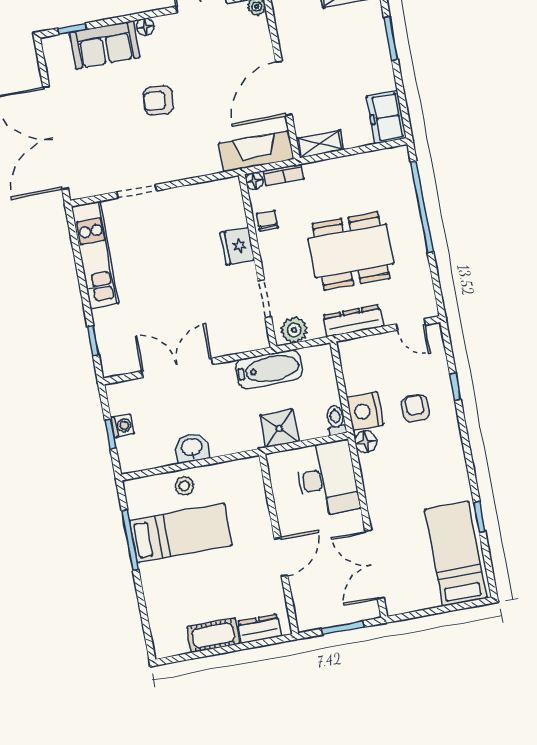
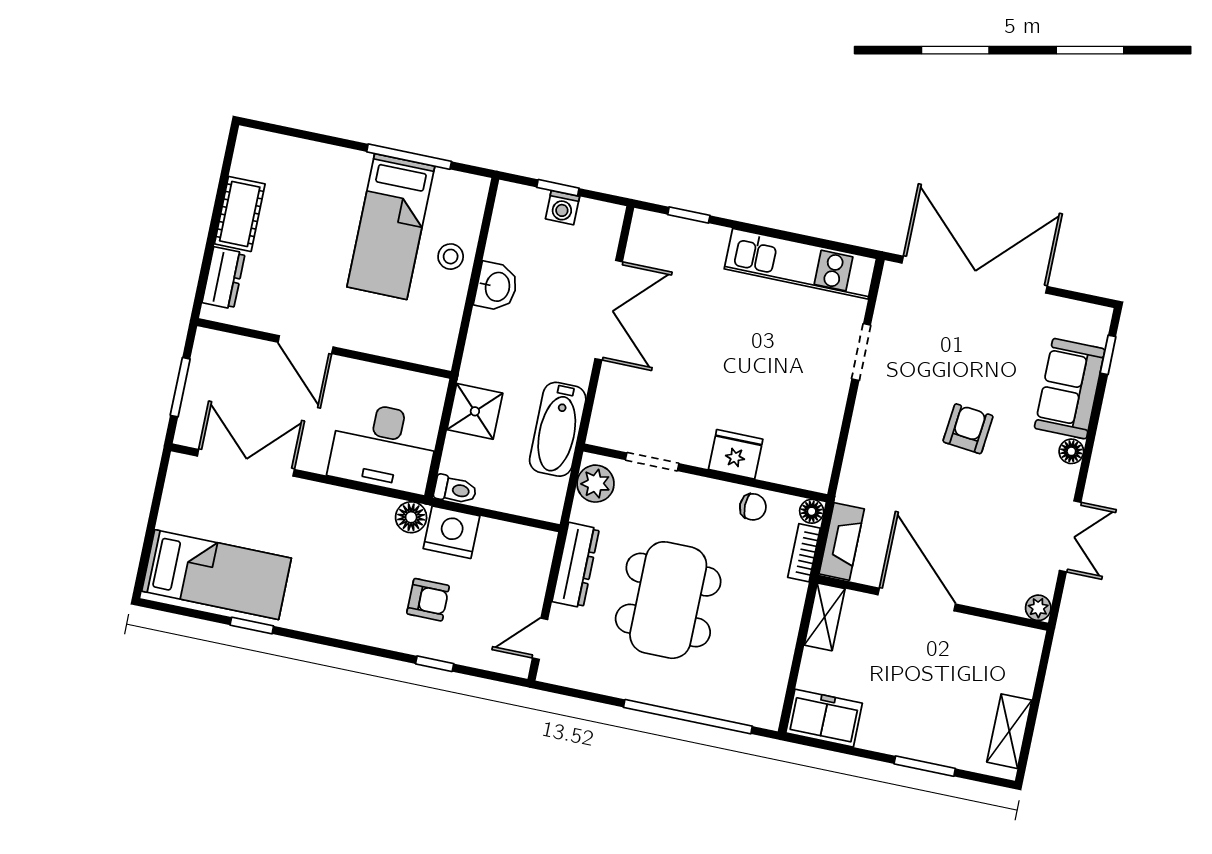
fireplace: (256, 151) -> (842, 541), width x0.73, depth x0.76

